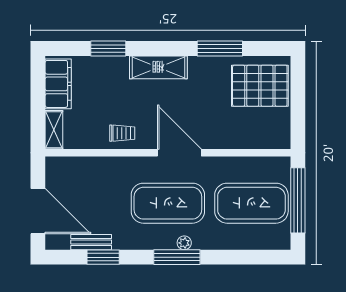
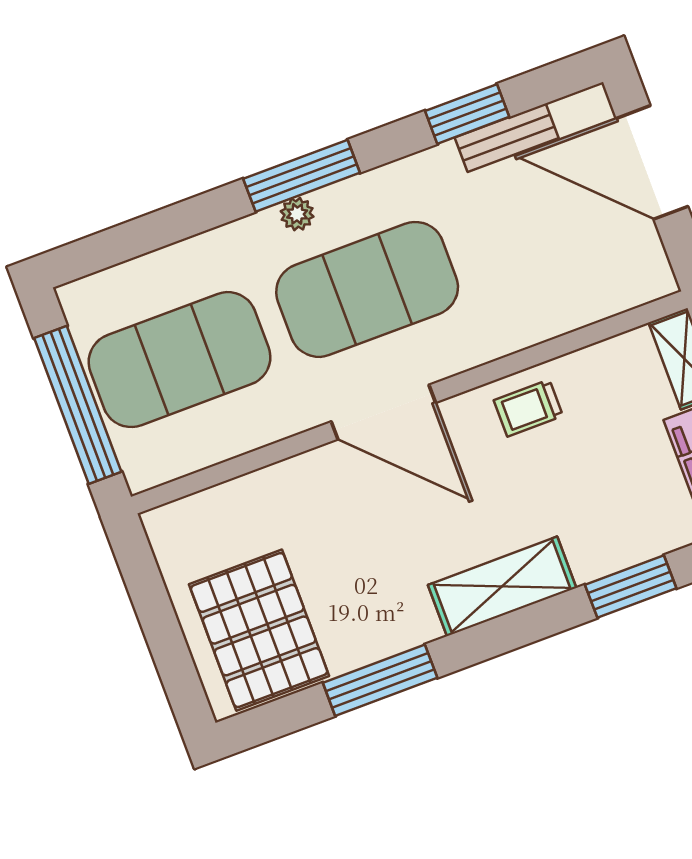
pallet: (260, 86) -> (259, 630), turned 90

